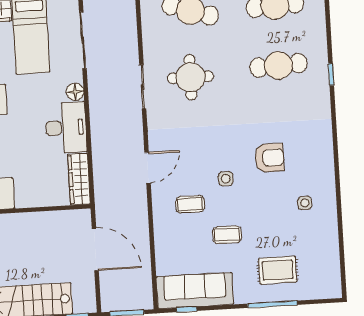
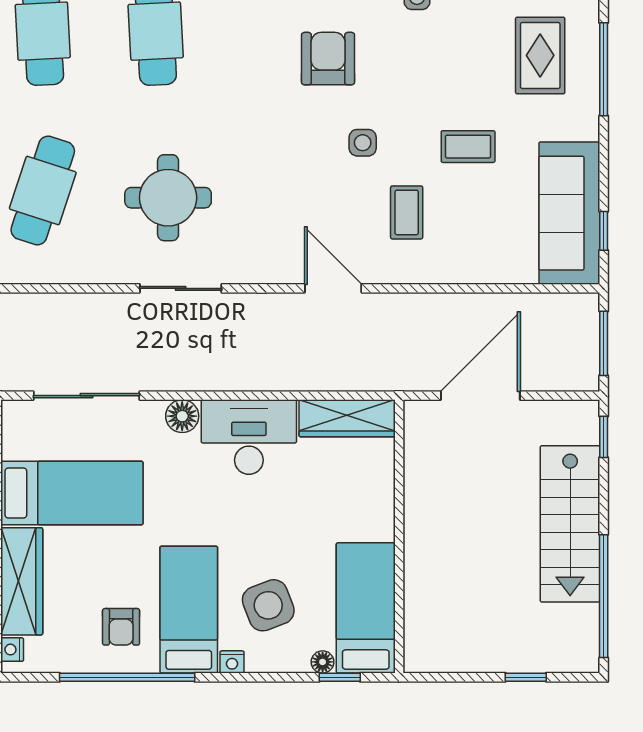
coffee table: (227, 235) -> (468, 147), turned 90

